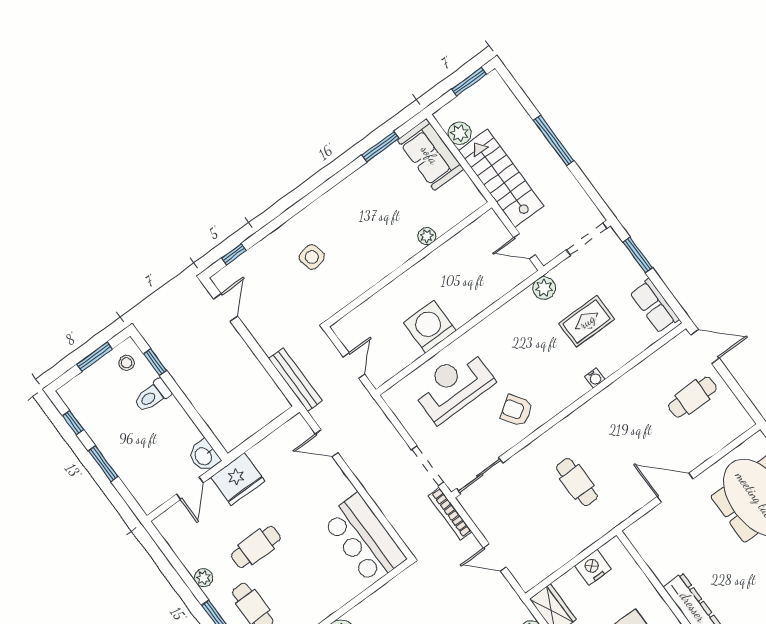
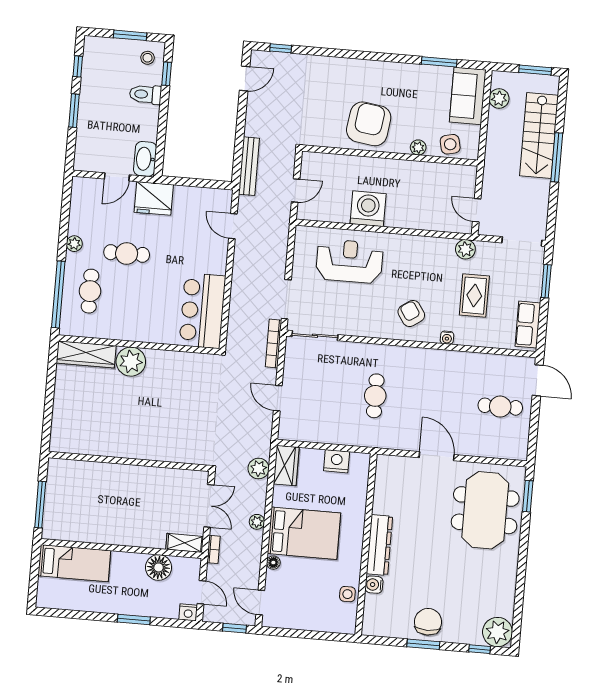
stairs: (501, 178) -> (539, 136), moved, turned 180
armchair: (367, 253) -> (369, 124), added
side table: (312, 257) -> (450, 144), moved
rug: (587, 321) -> (474, 296), turned 90
armchair: (517, 411) -> (411, 313), moved
washbasin: (204, 456) -> (145, 159), width x1.38

